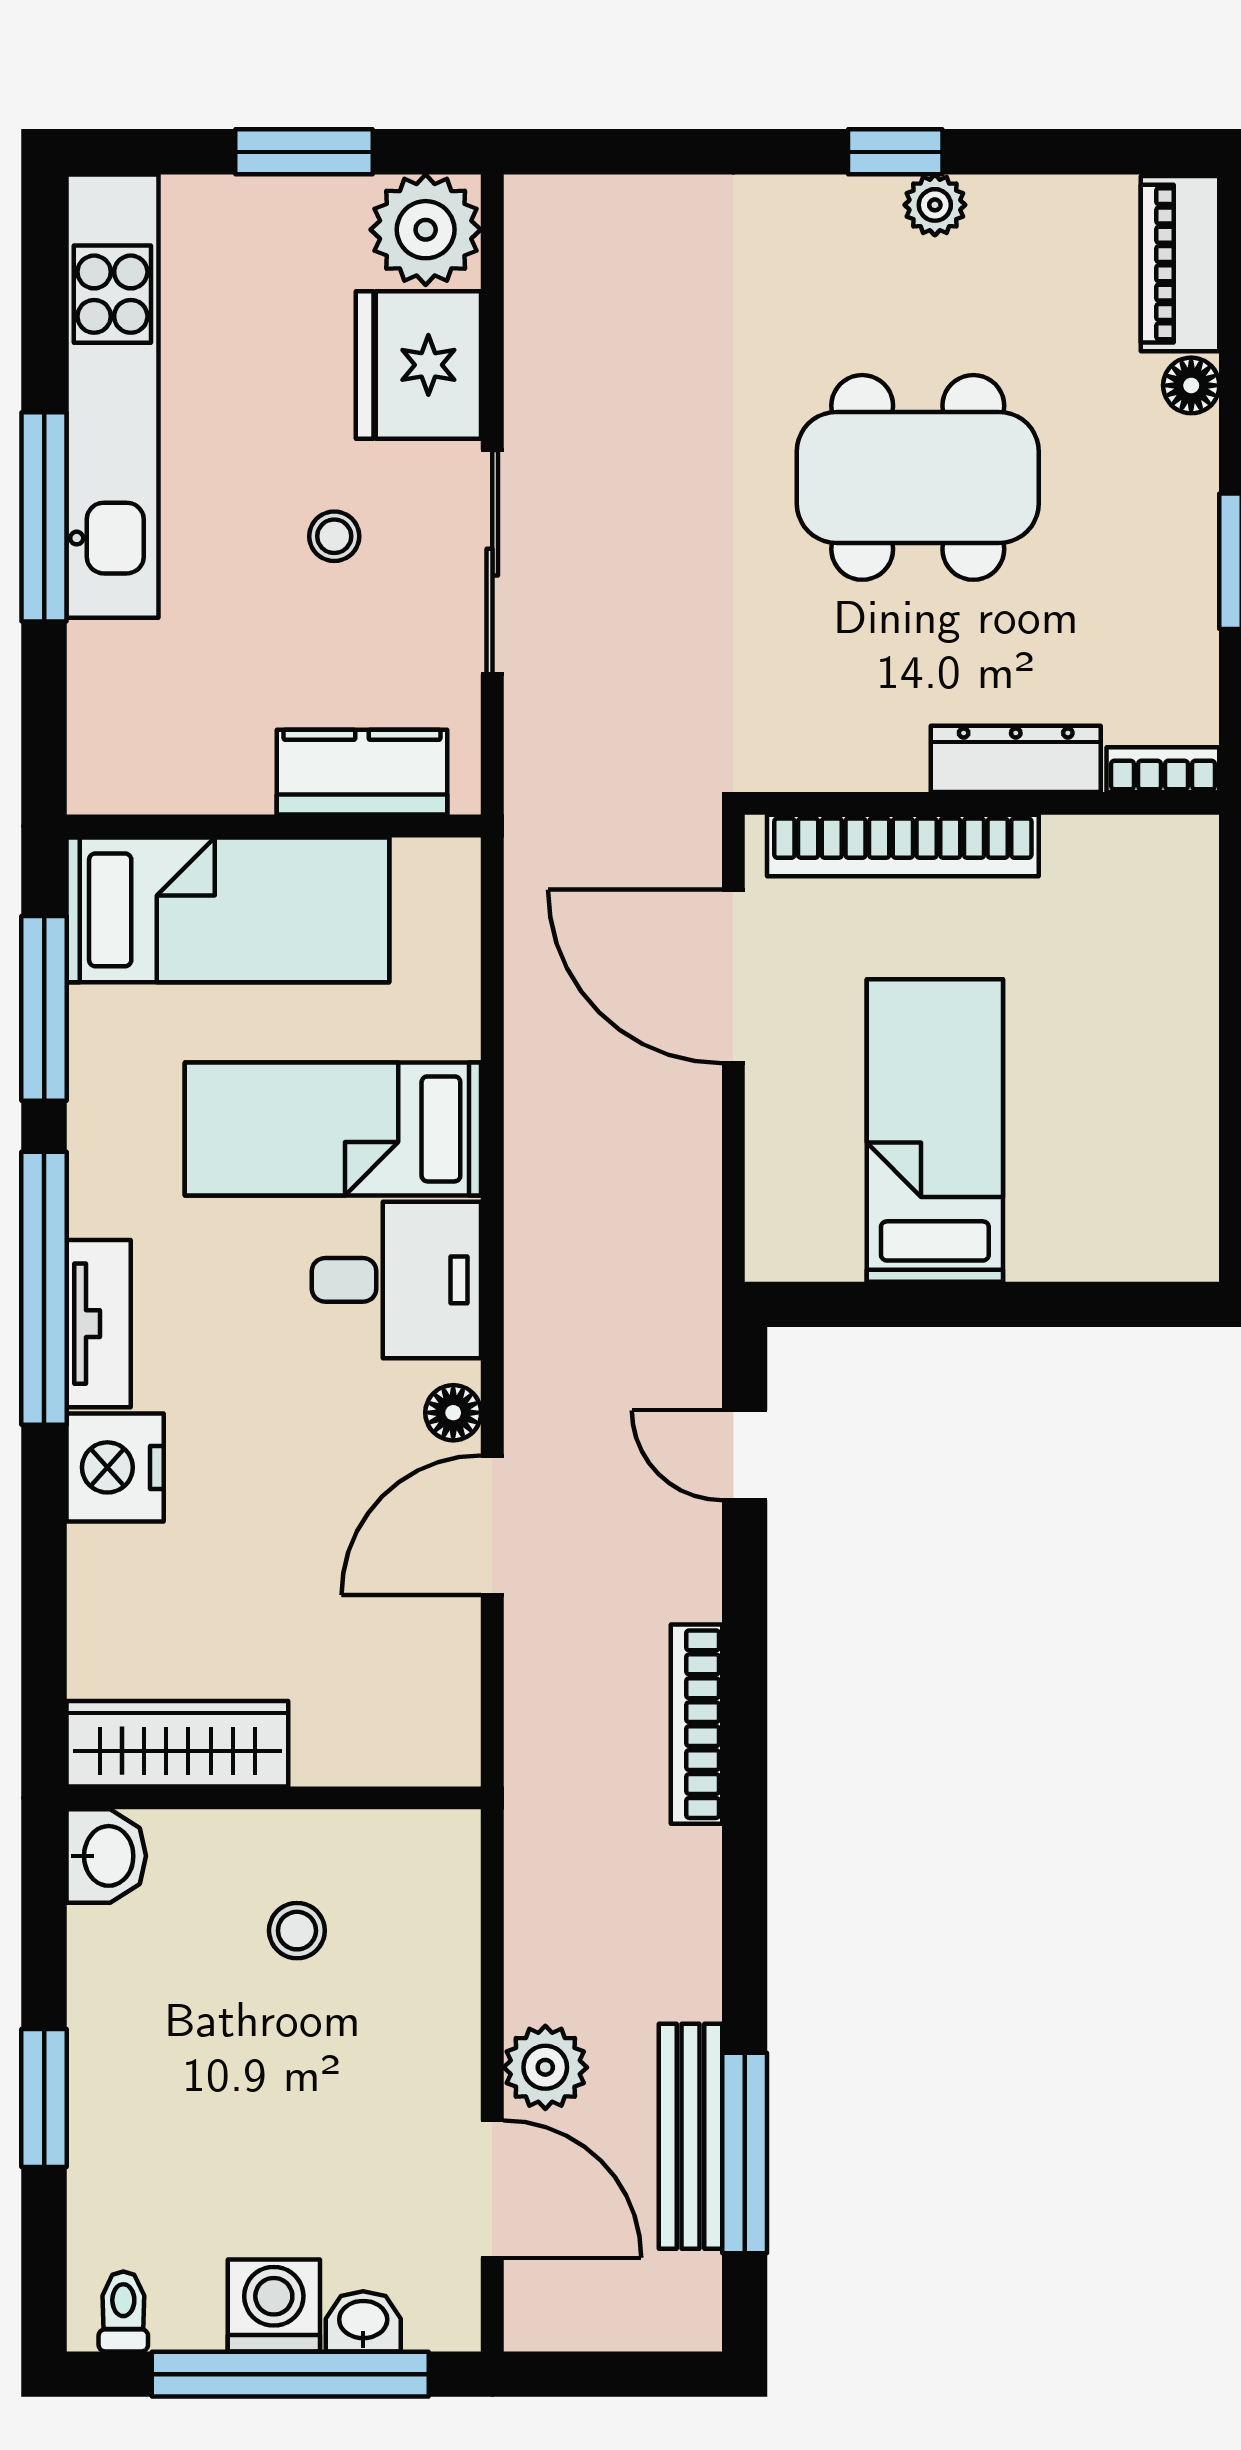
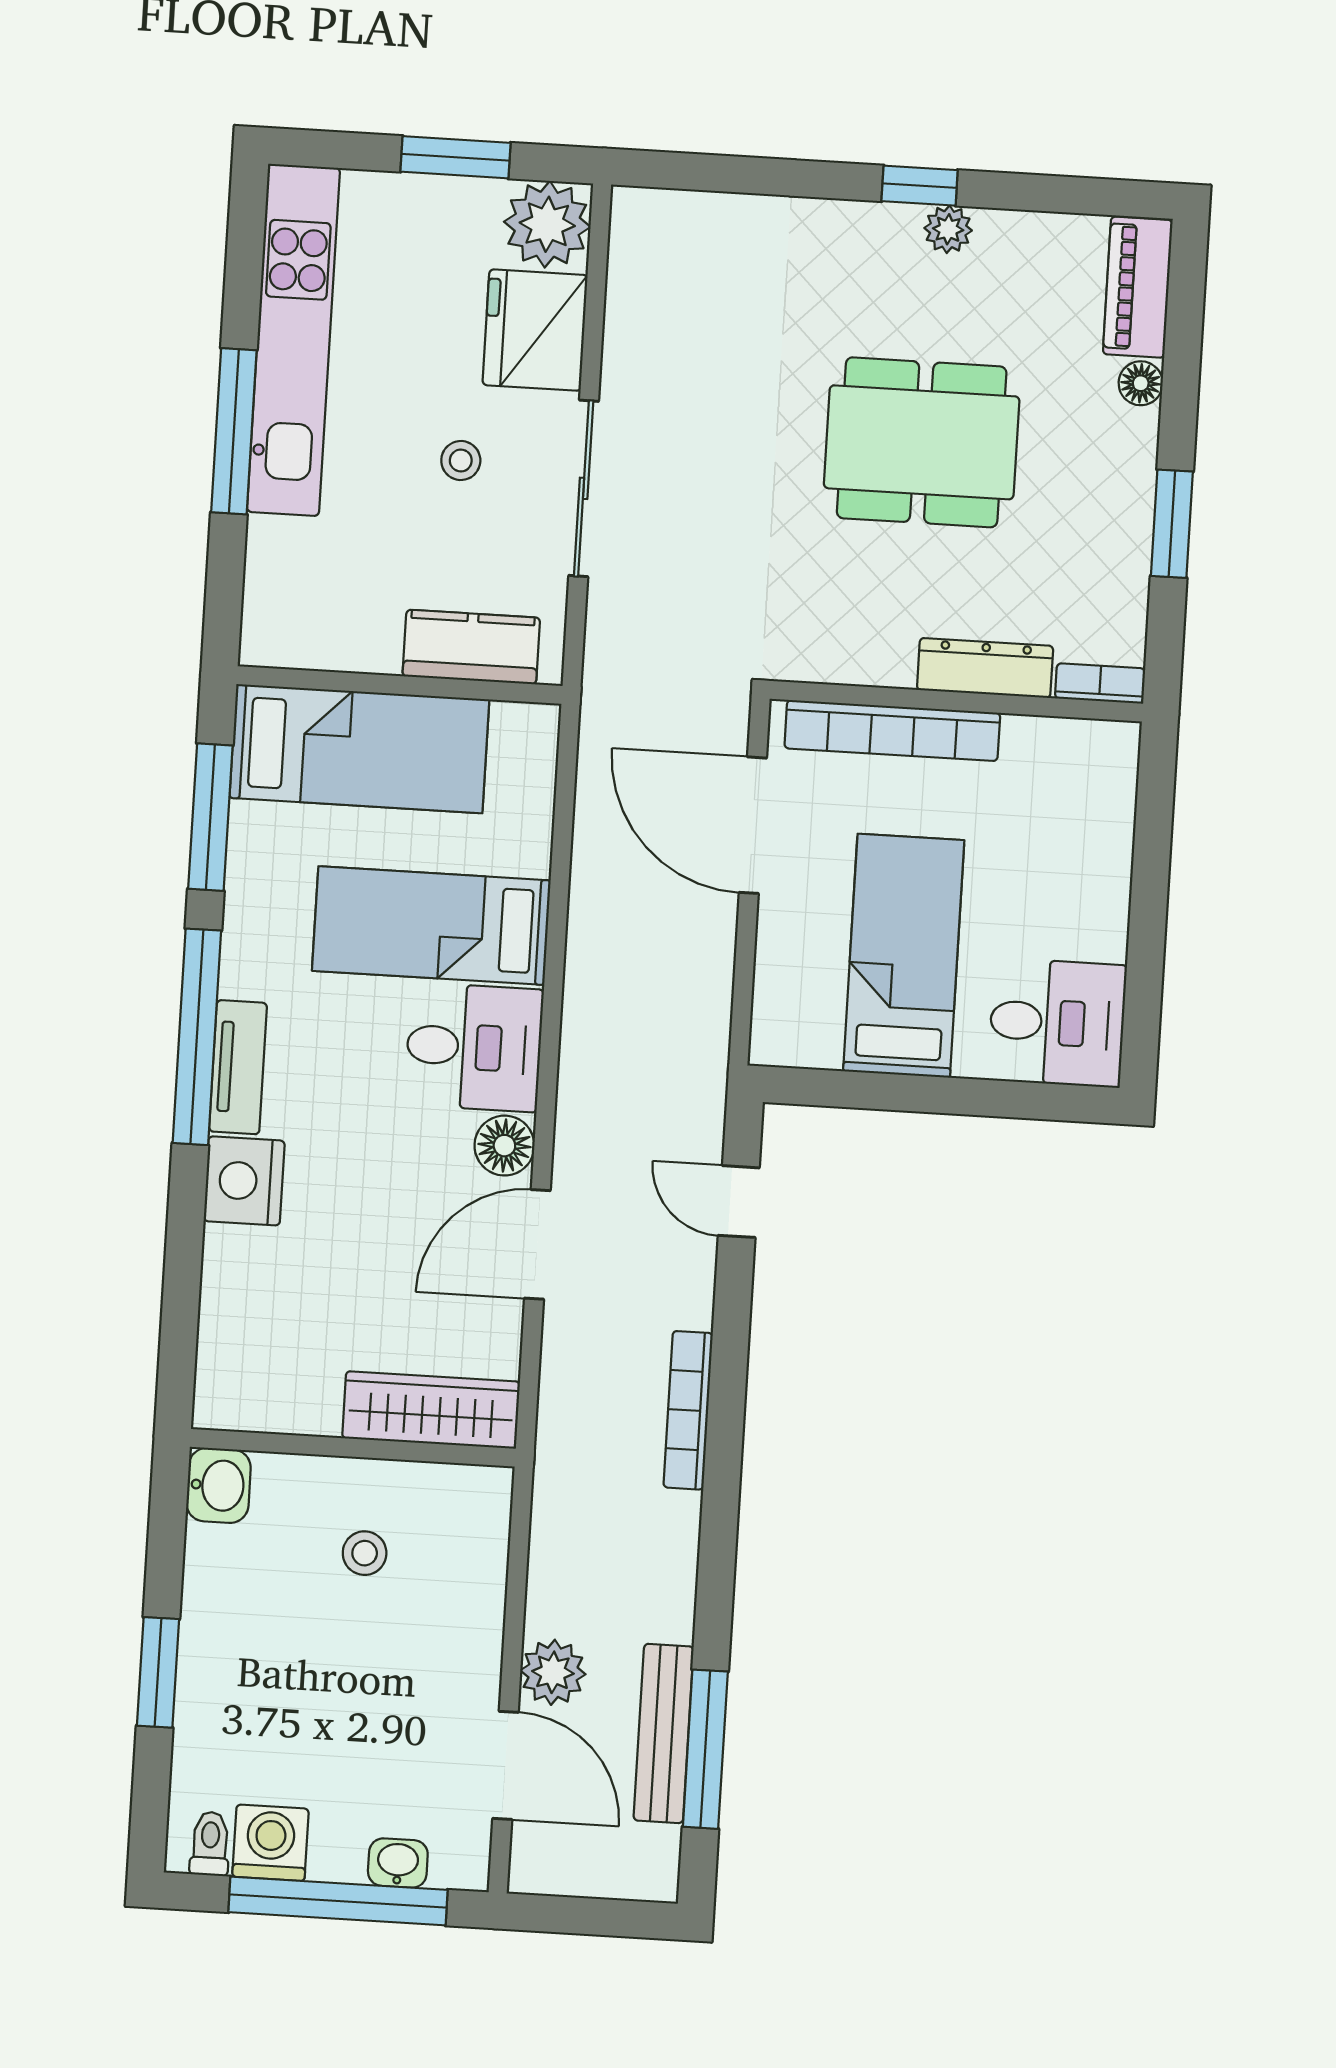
desk: (1135, 1204) -> (1057, 1023), added
floor lamp: (453, 1413) -> (504, 1146), width x1.37, depth x1.37
wardrobe: (177, 1744) -> (431, 1410), moved
washing machine: (274, 2305) -> (271, 1843), moved

